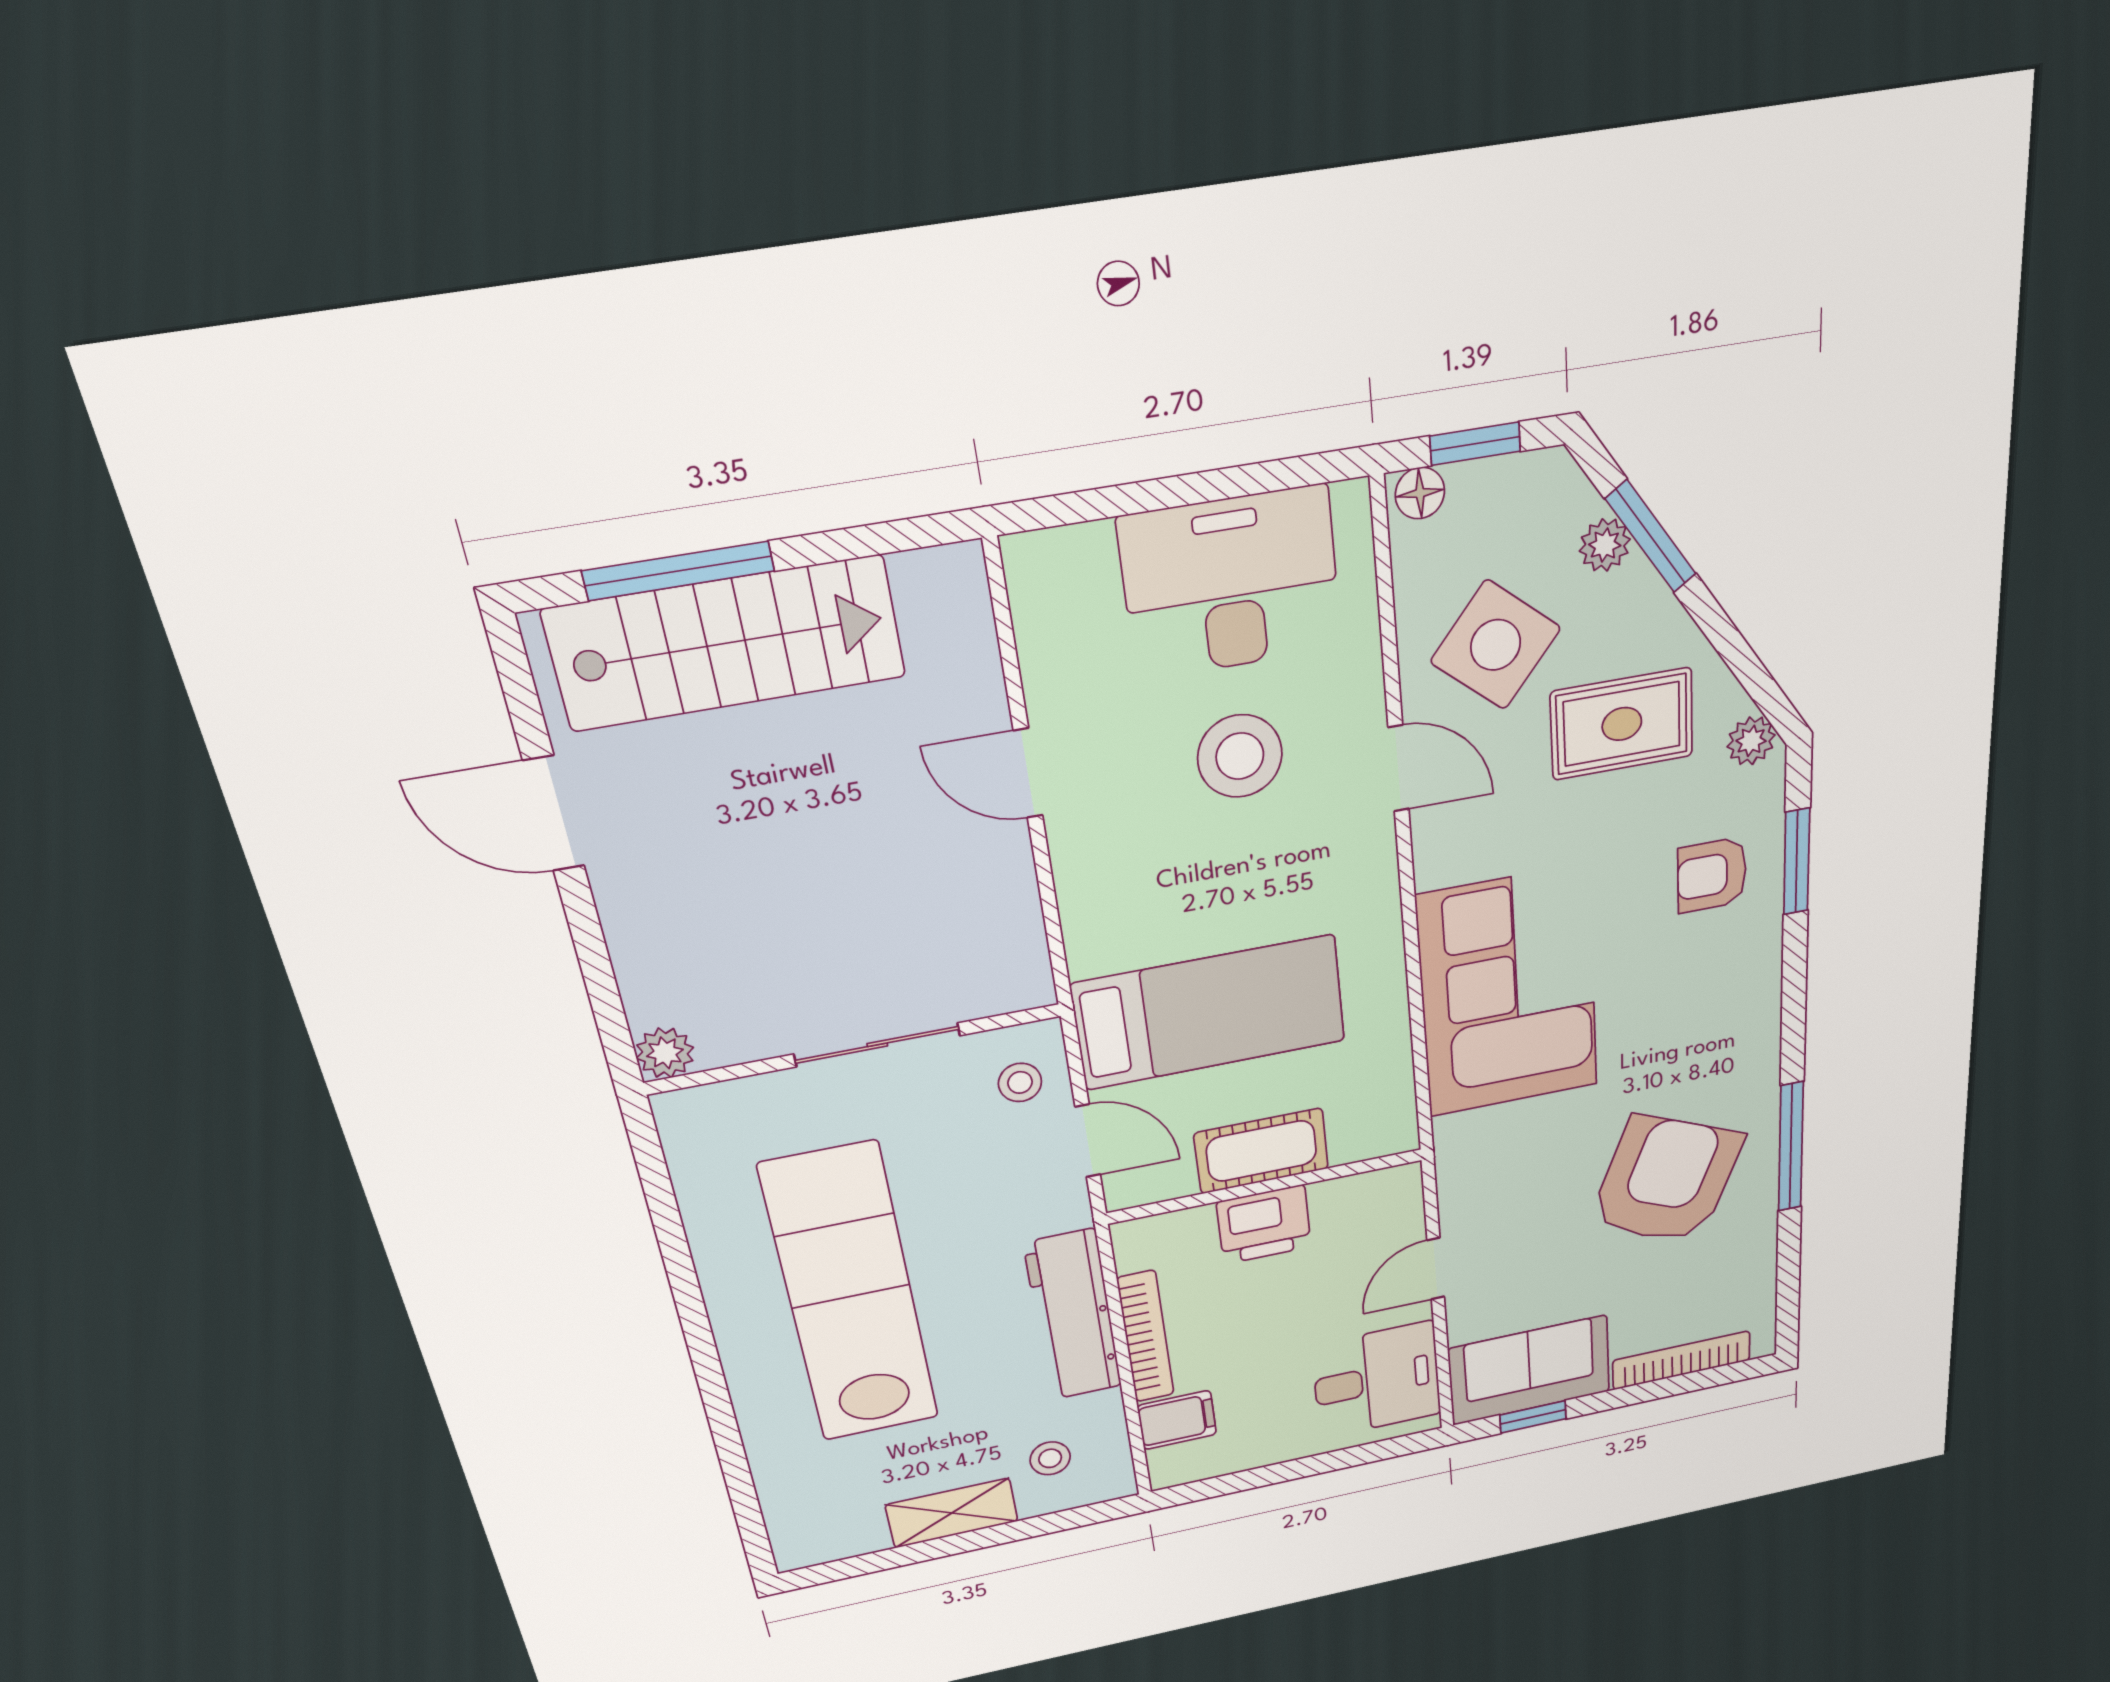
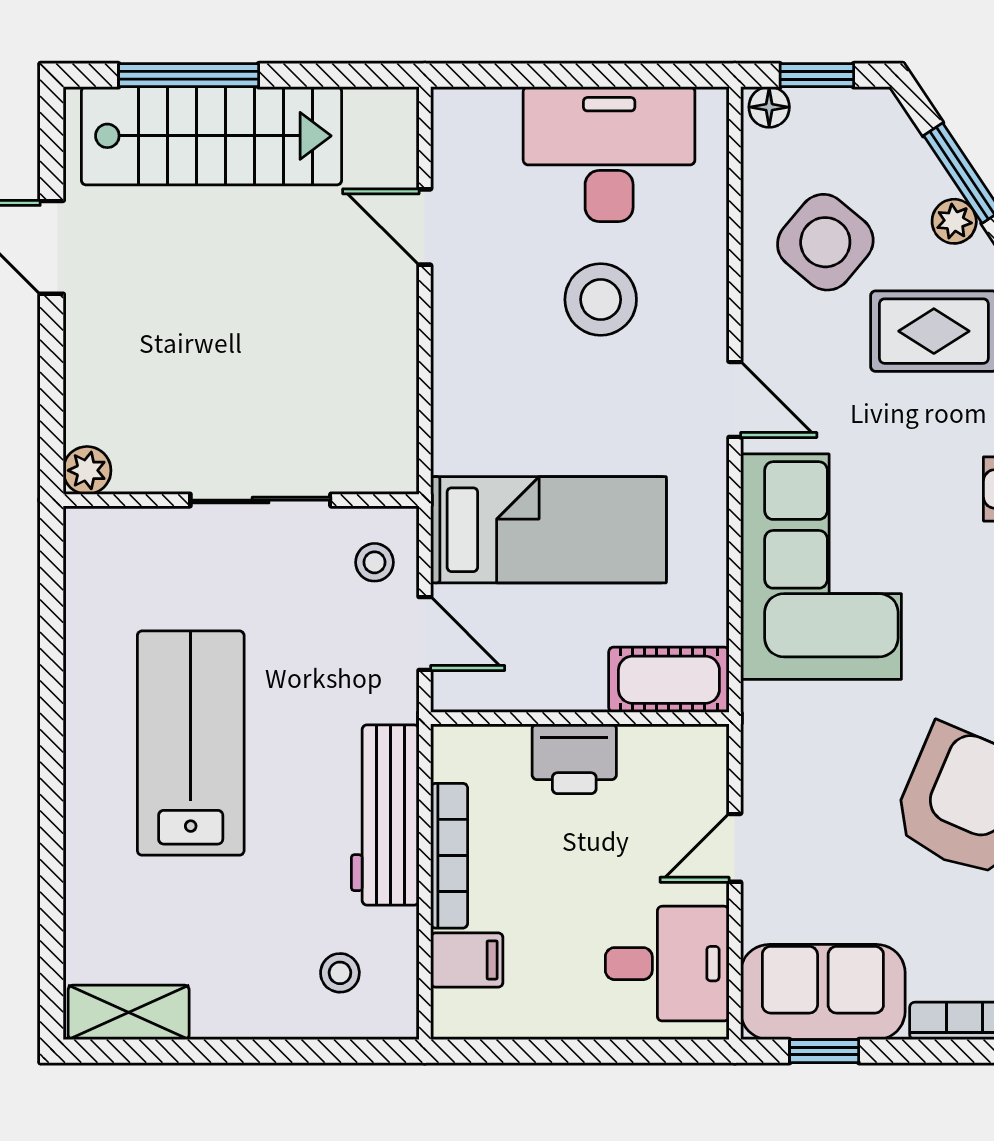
plant: (1605, 545) -> (954, 221), moved
door: (1398, 768) -> (735, 399), moved
door: (1028, 773) -> (425, 227), moved
cot: (1261, 1151) -> (669, 680), moved
lab bench: (850, 1294) -> (191, 743), width x0.73
shelving: (952, 1513) -> (129, 1012), moved

